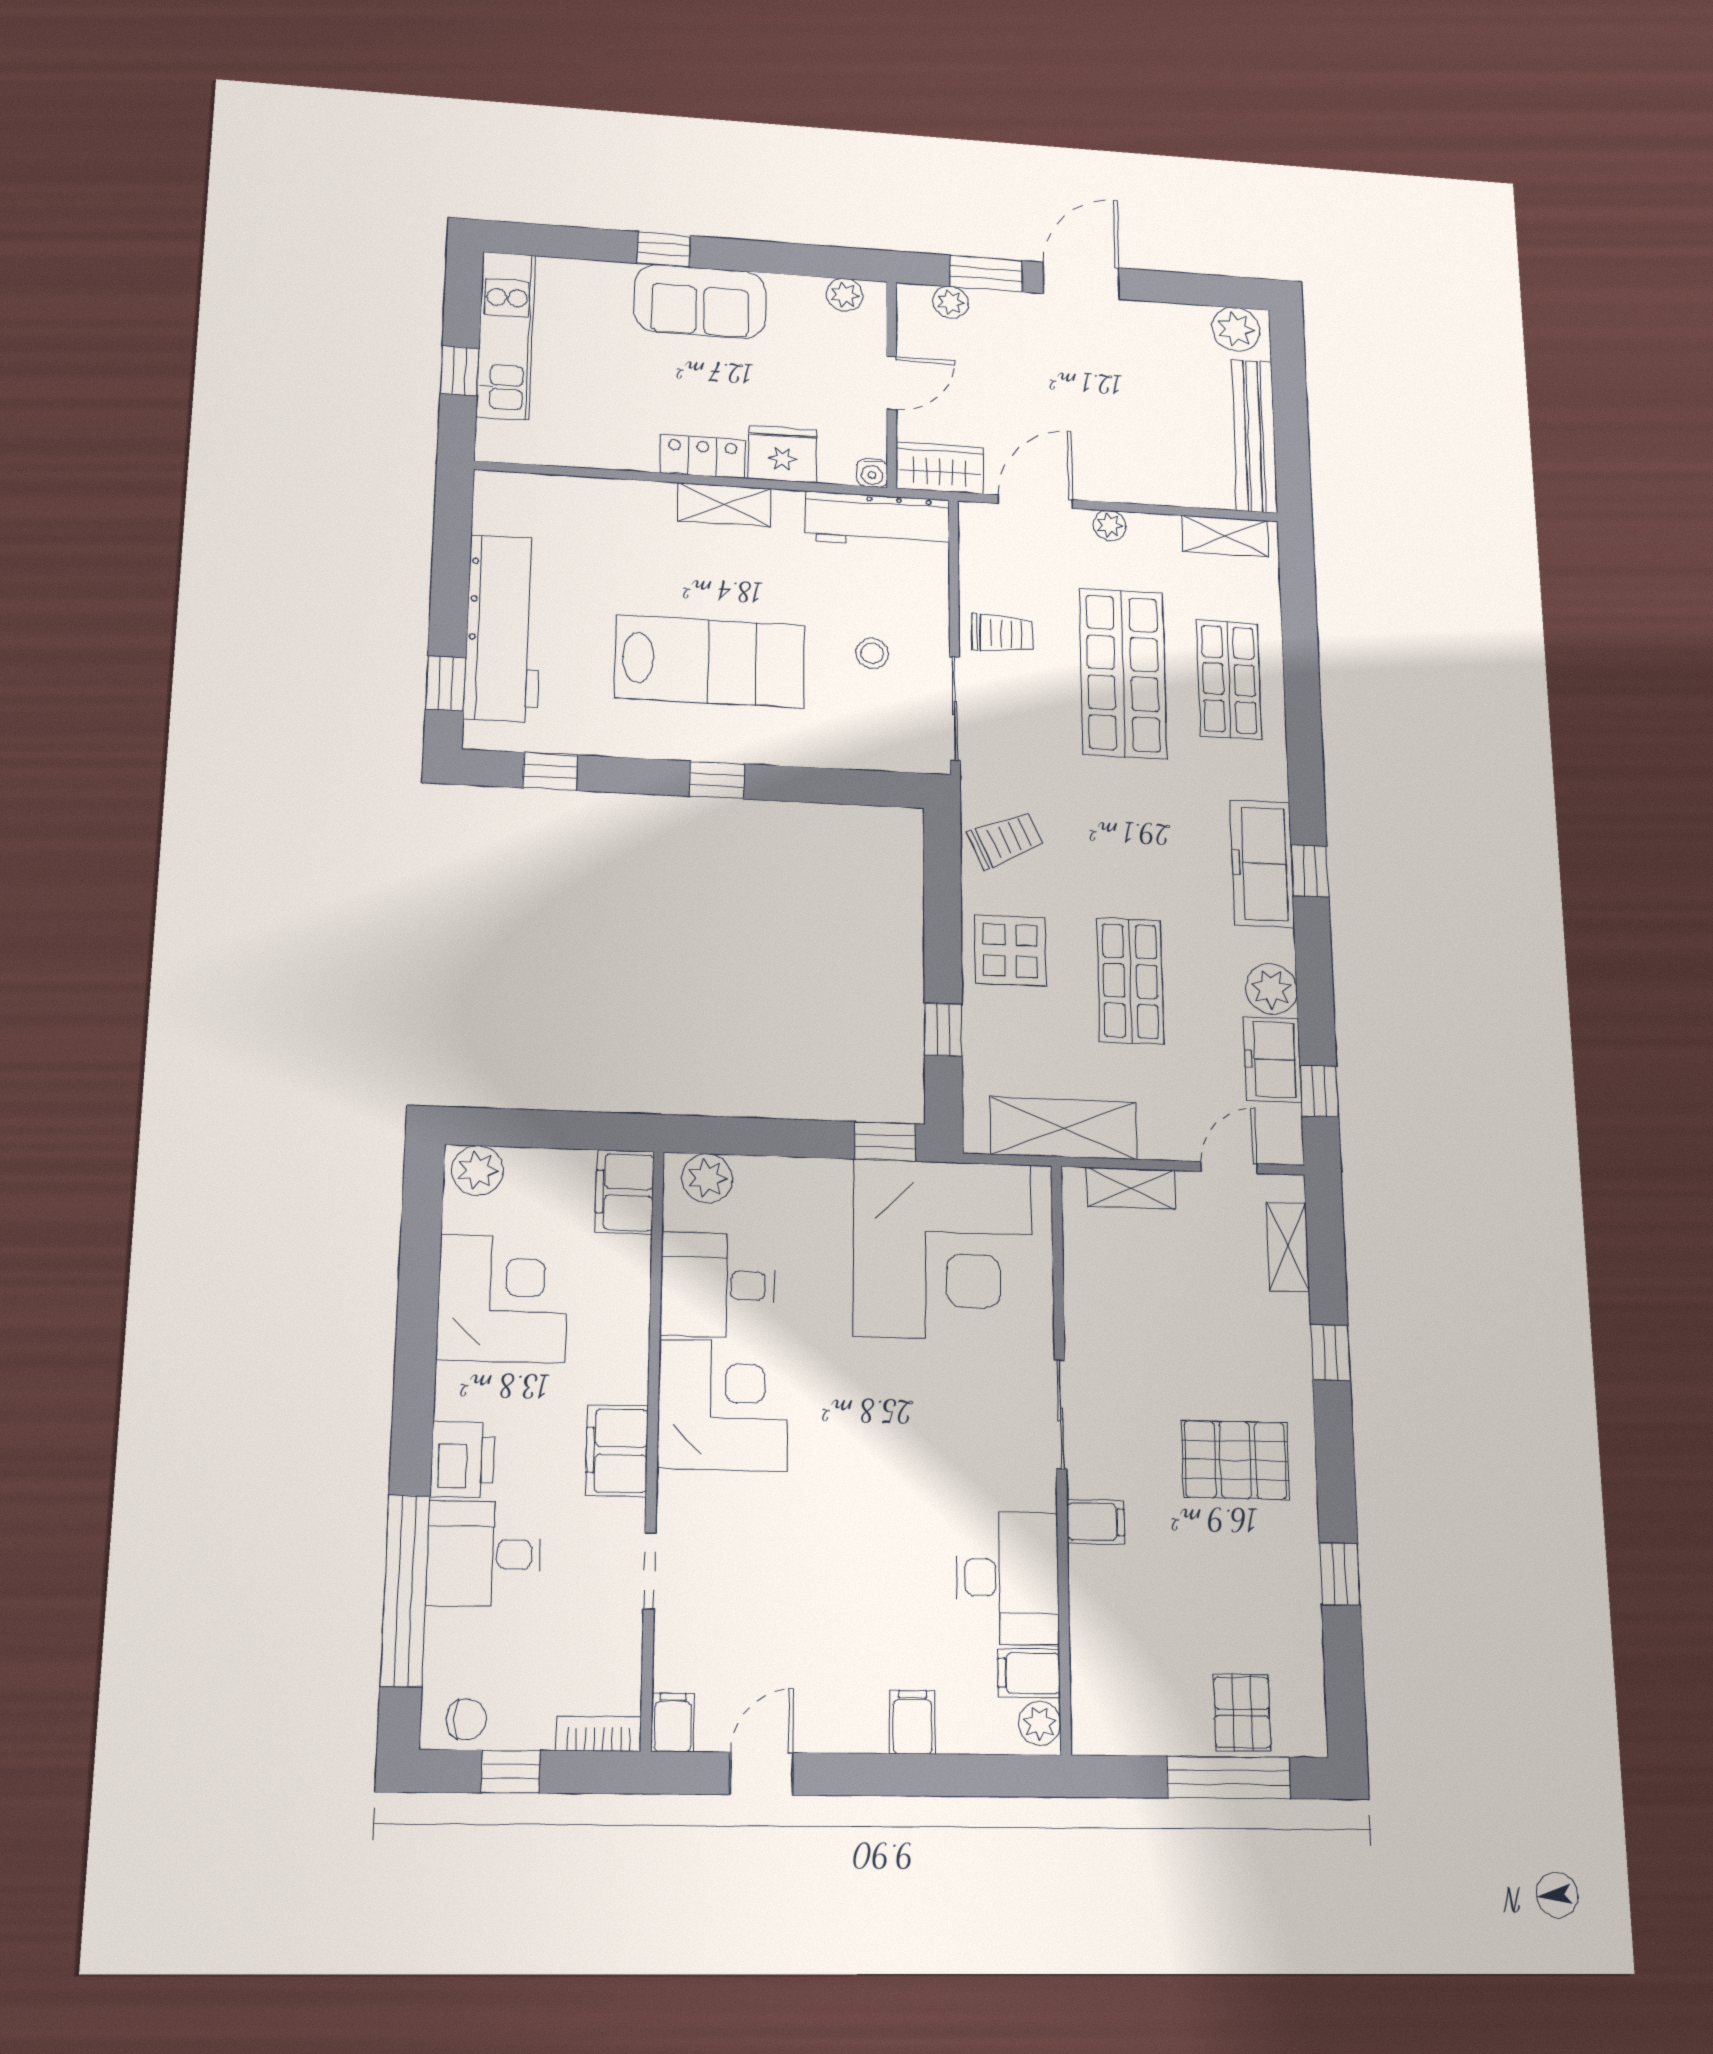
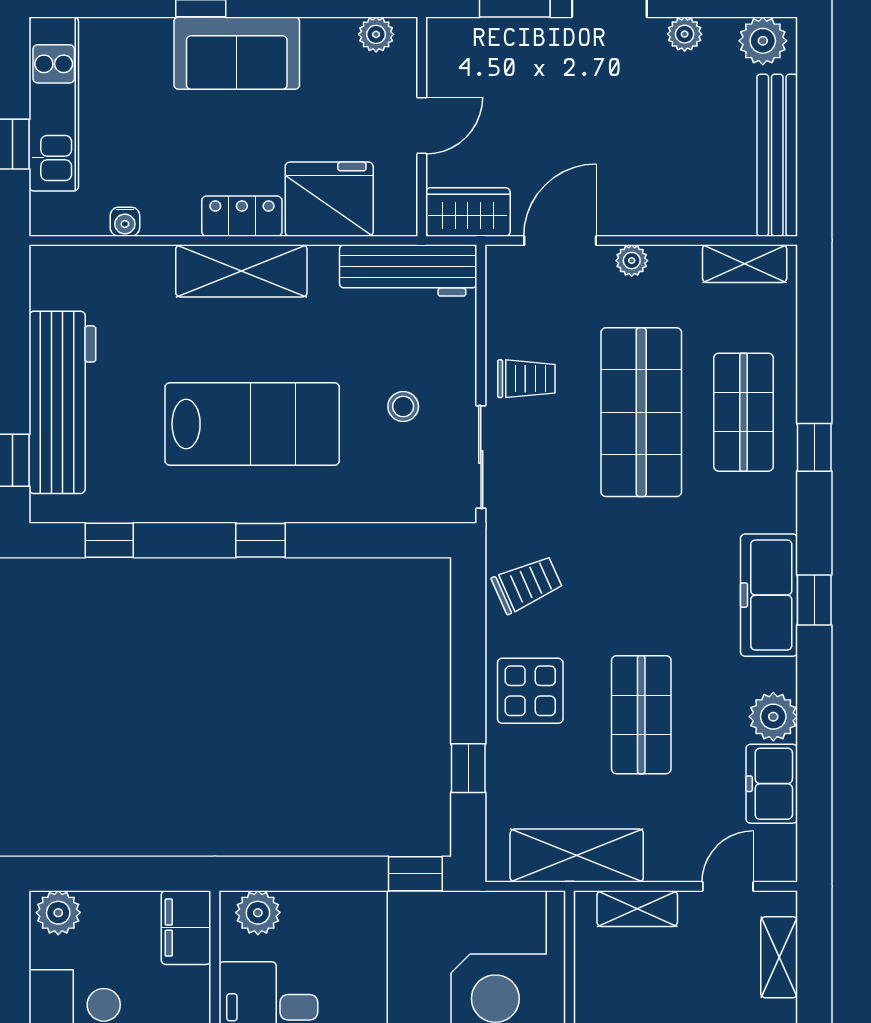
plant: (951, 302) -> (685, 34), moved
fridge: (783, 454) -> (329, 199), width x1.36, depth x1.34
water cooler: (872, 473) -> (125, 222), moved
shelving: (724, 505) -> (241, 271), width x1.50, depth x1.33
window: (1319, 1091) -> (814, 447), moved

